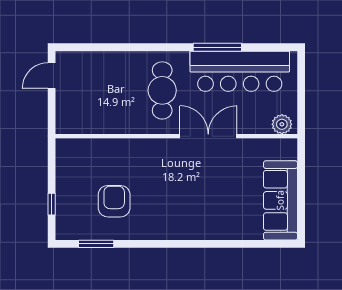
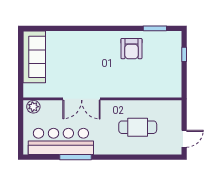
cafe table: (162, 90) -> (138, 127), moved, turned 90
armchair: (114, 201) -> (131, 49), moved

